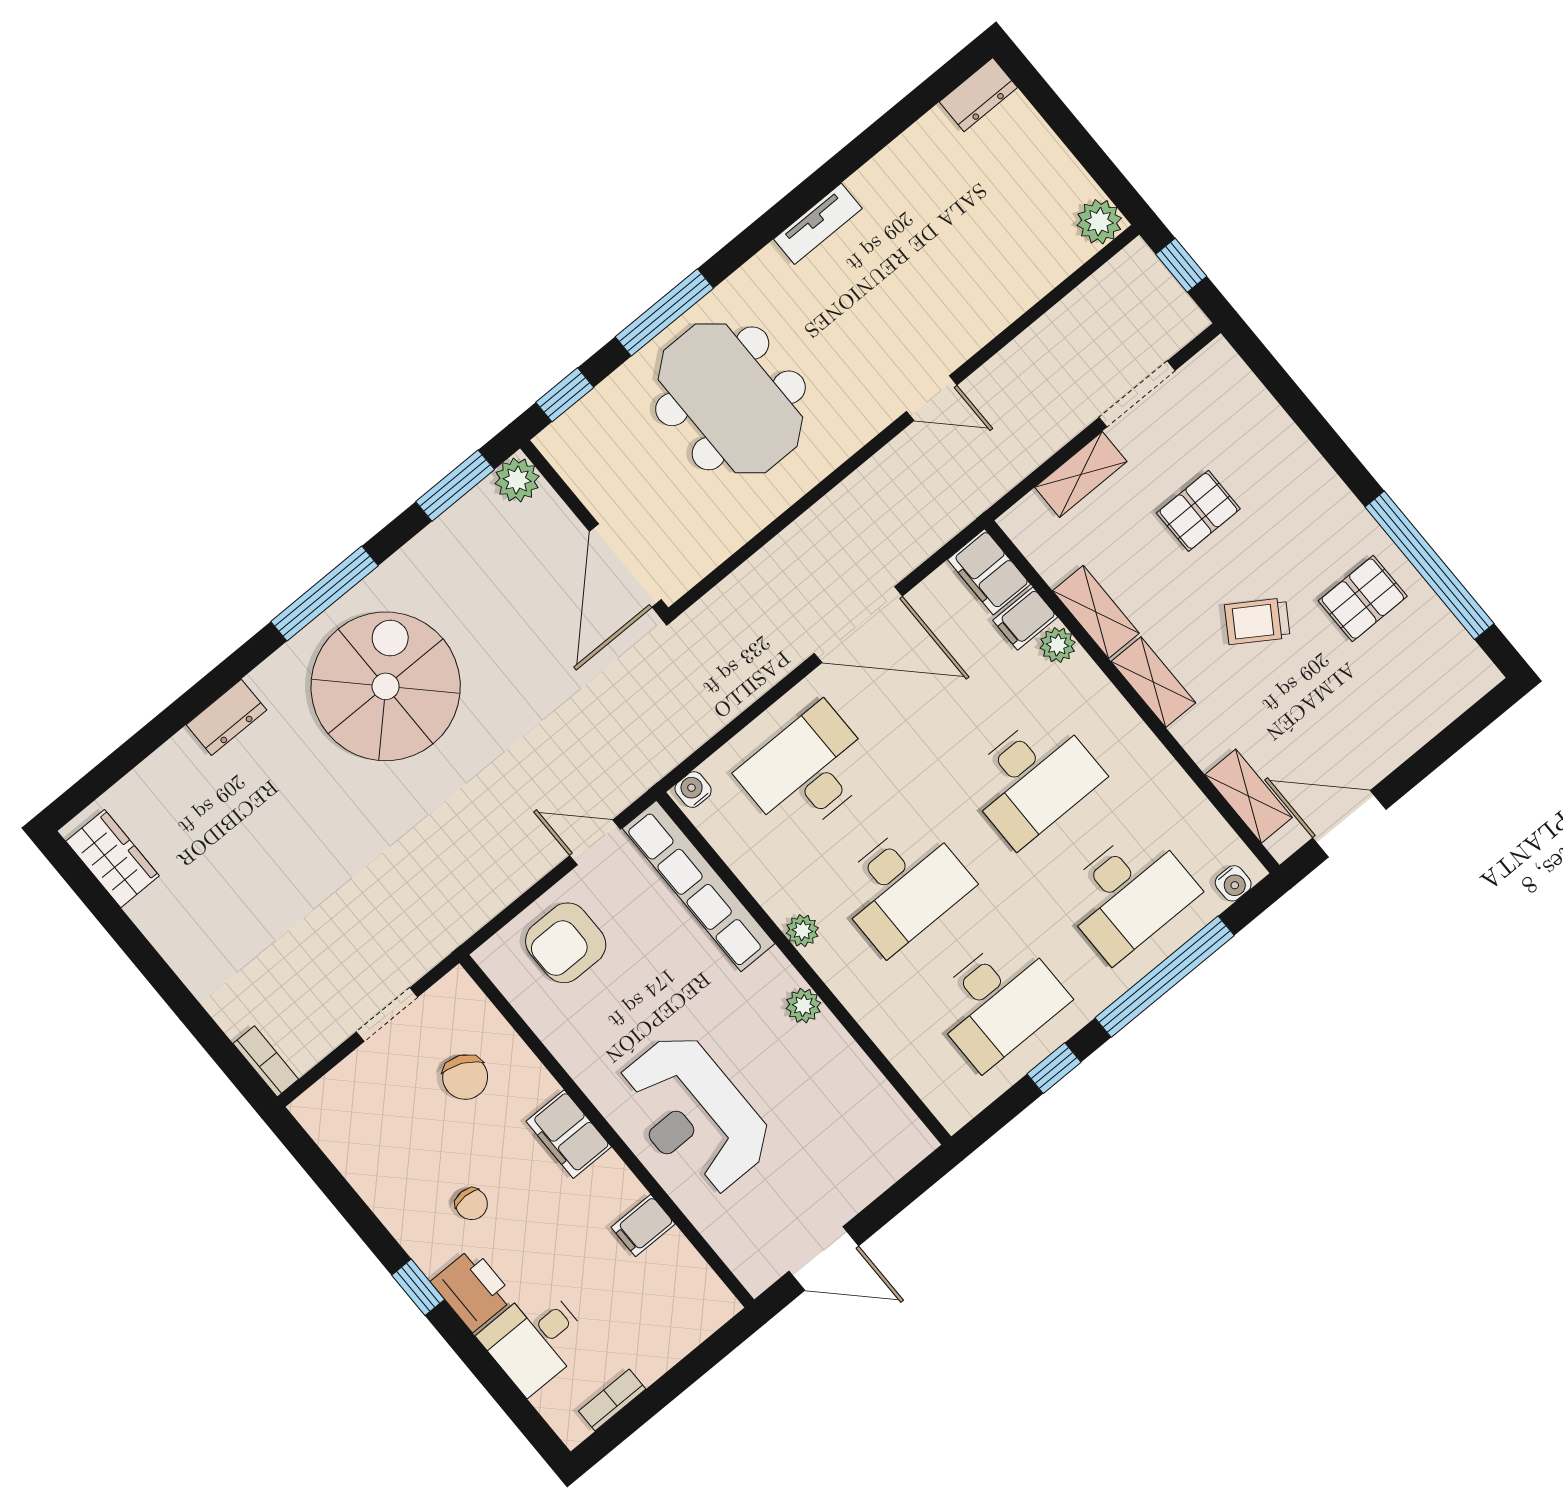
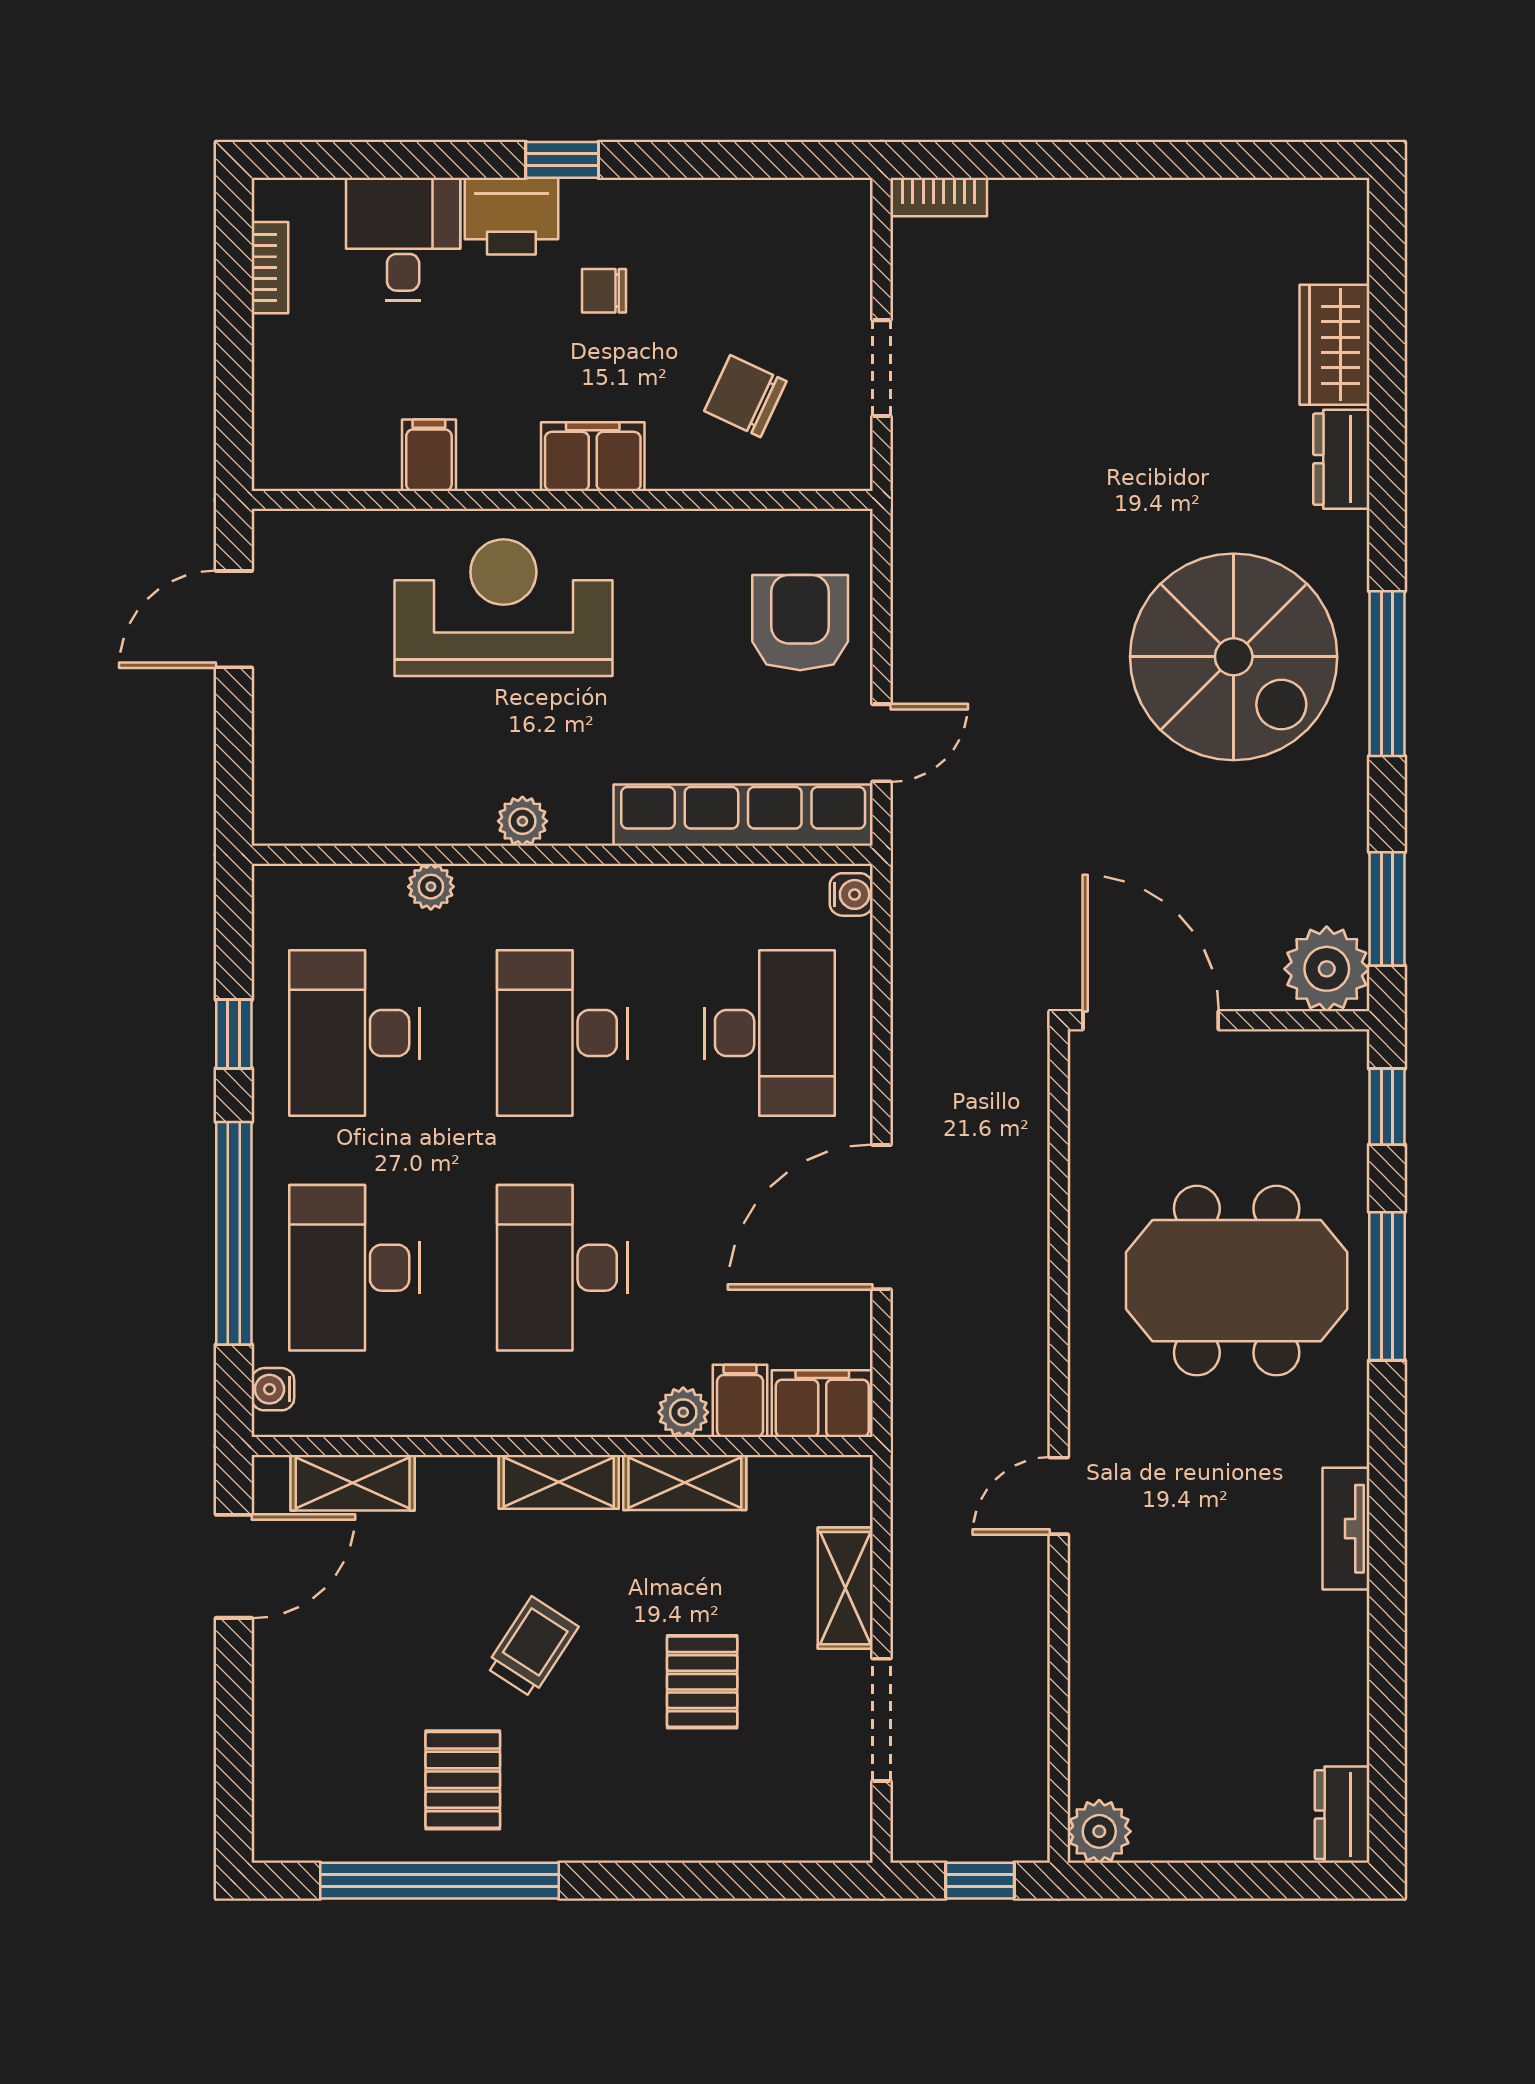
plant: (517, 480) -> (1327, 969), width x1.36, depth x1.36
wardrobe: (113, 859) -> (1334, 345), moved, turned 90
plant: (802, 931) -> (431, 887), moved

